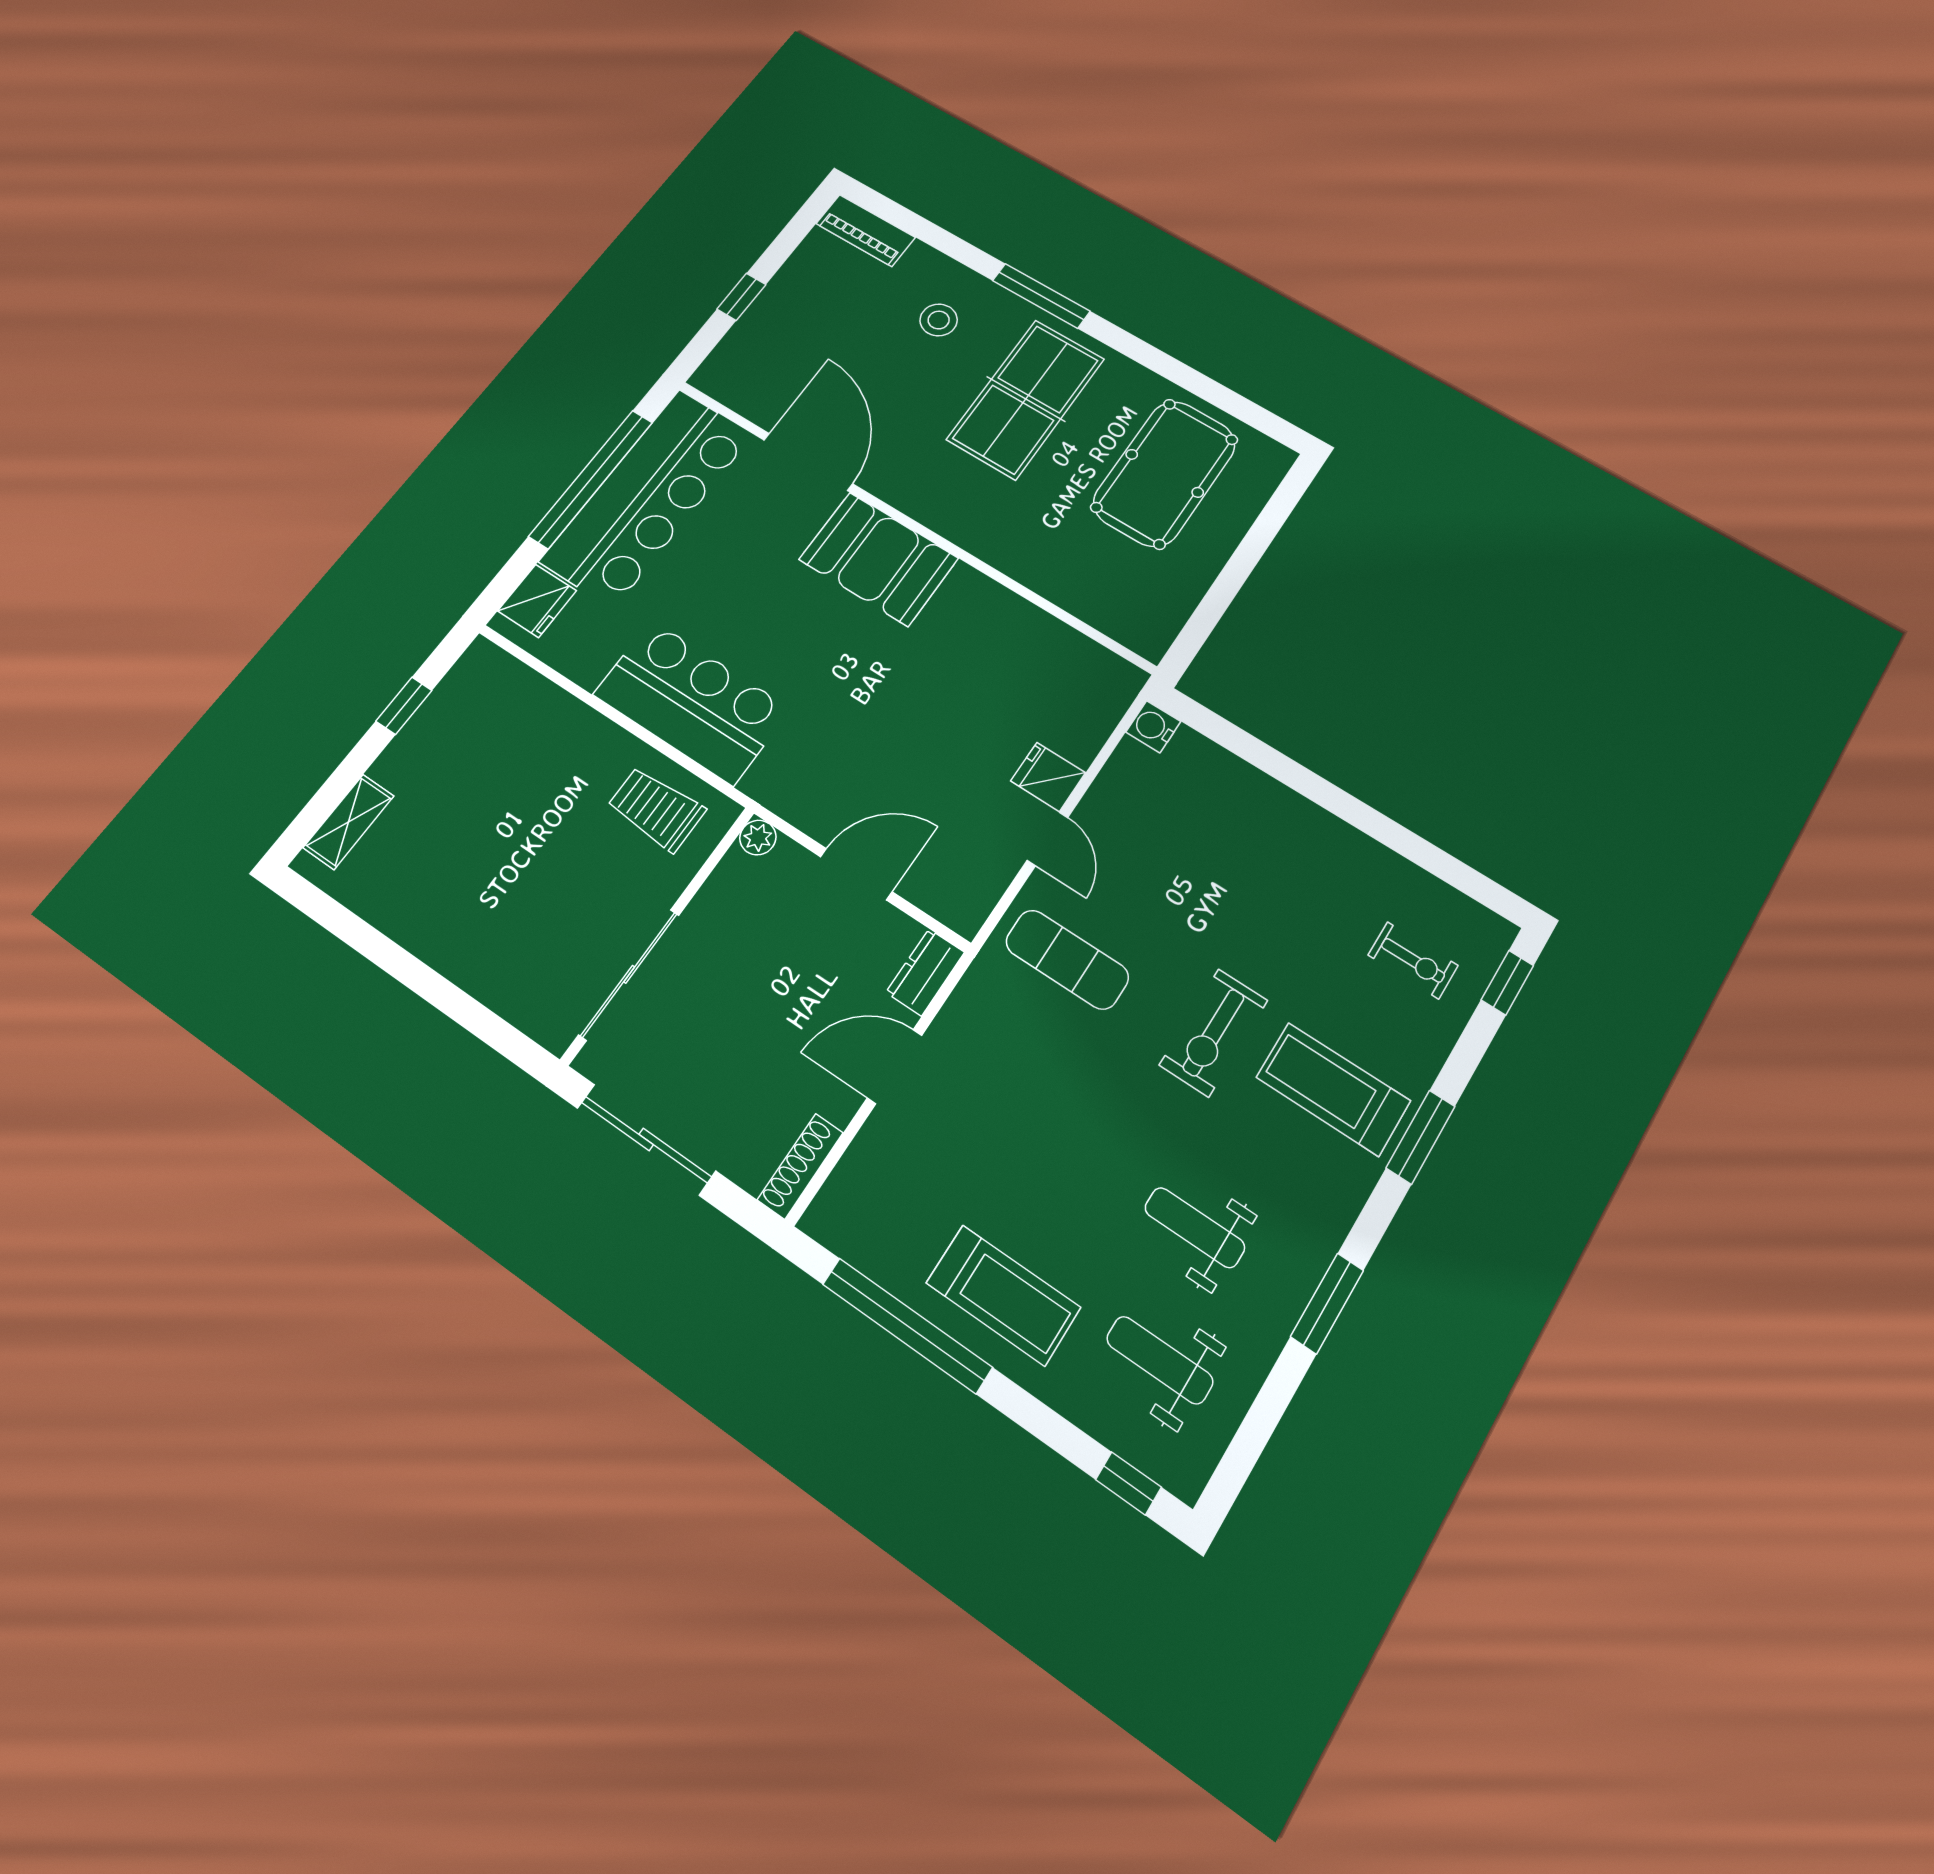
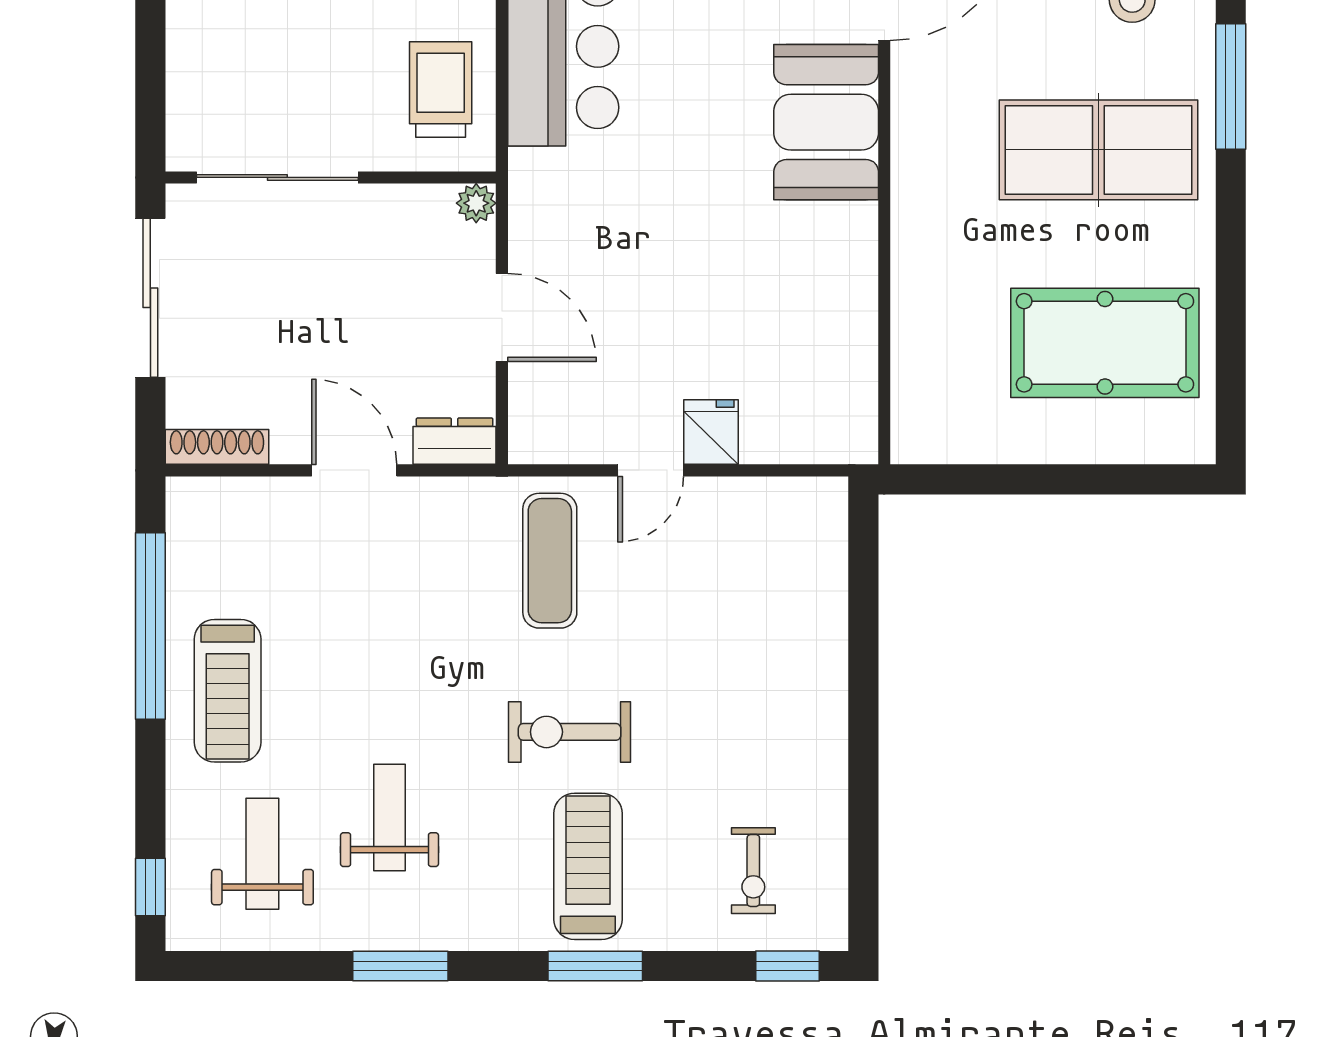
water cooler: (1153, 727) -> (826, 499), removed

